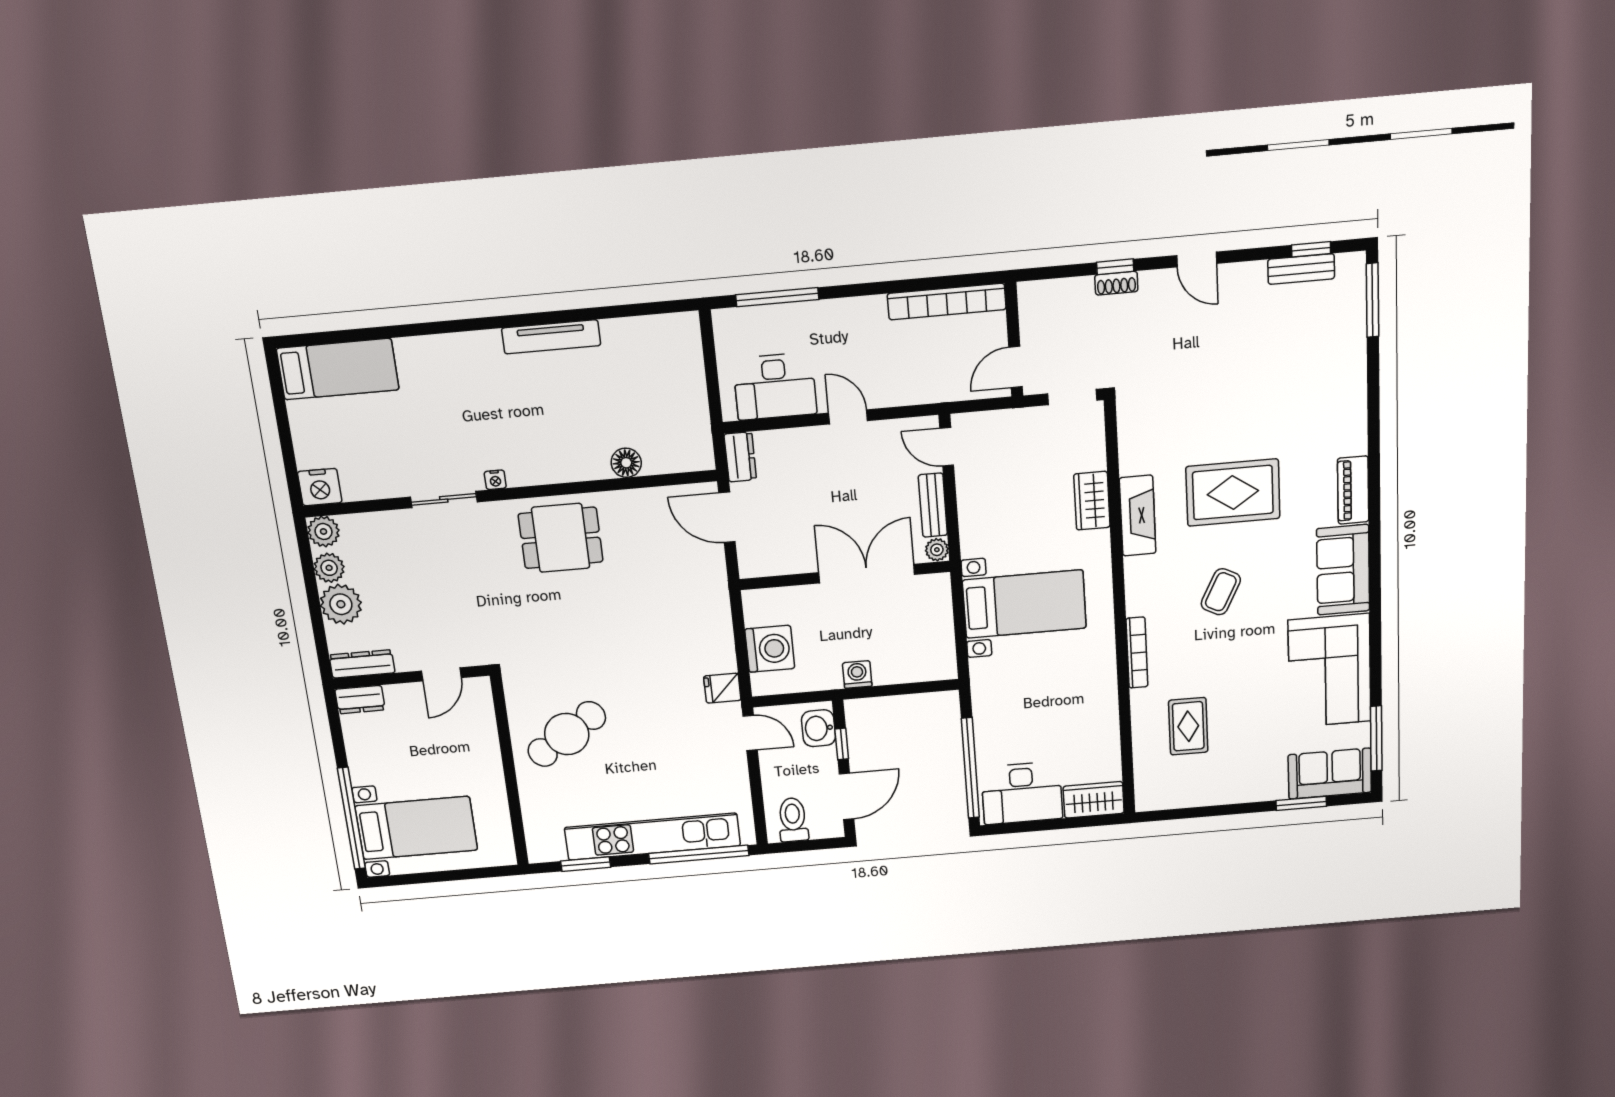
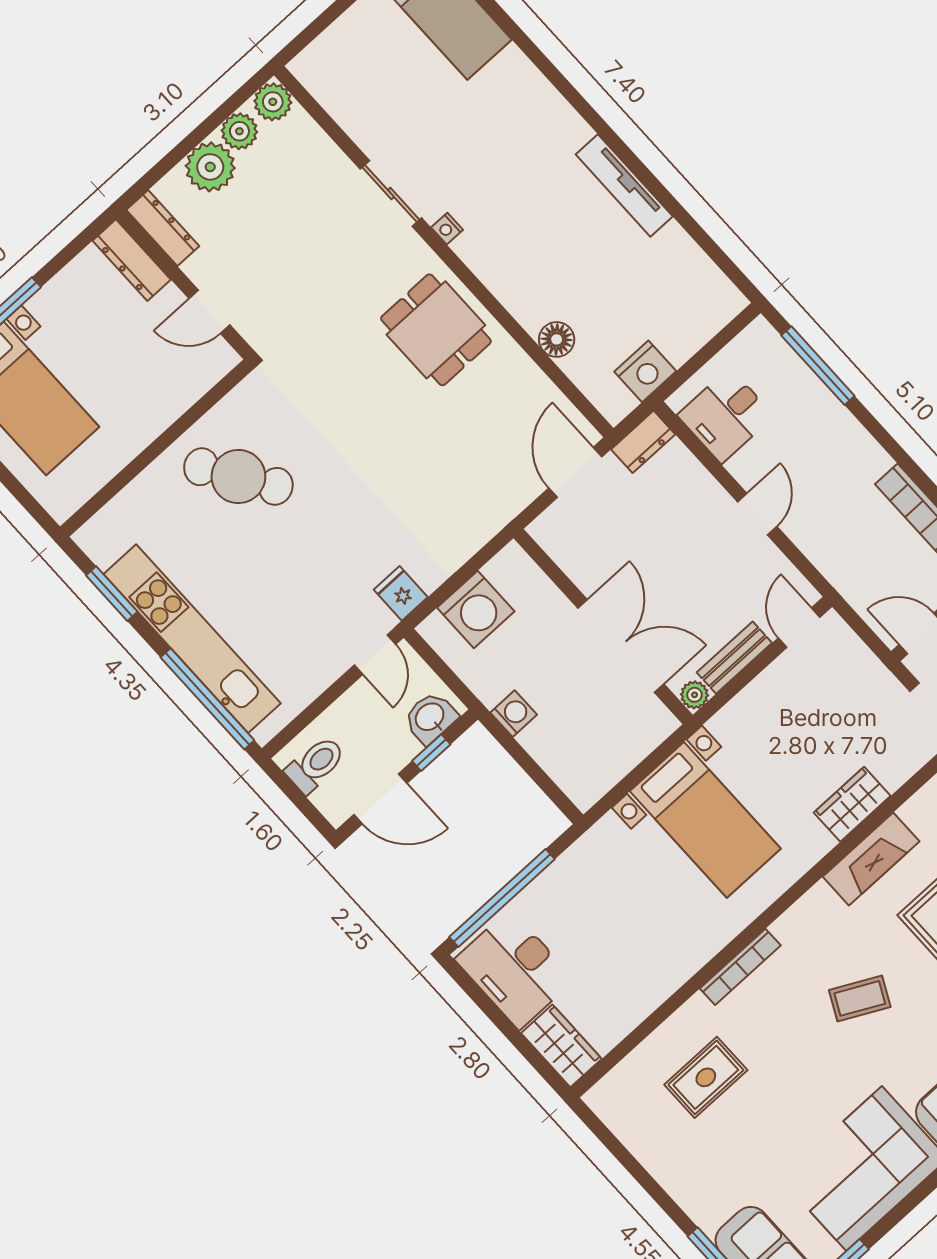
desk: (775, 386) -> (726, 416), width x0.73
nightstand: (320, 487) -> (645, 371), moved, turned -90
dresser: (360, 700) -> (132, 260), width x1.44

